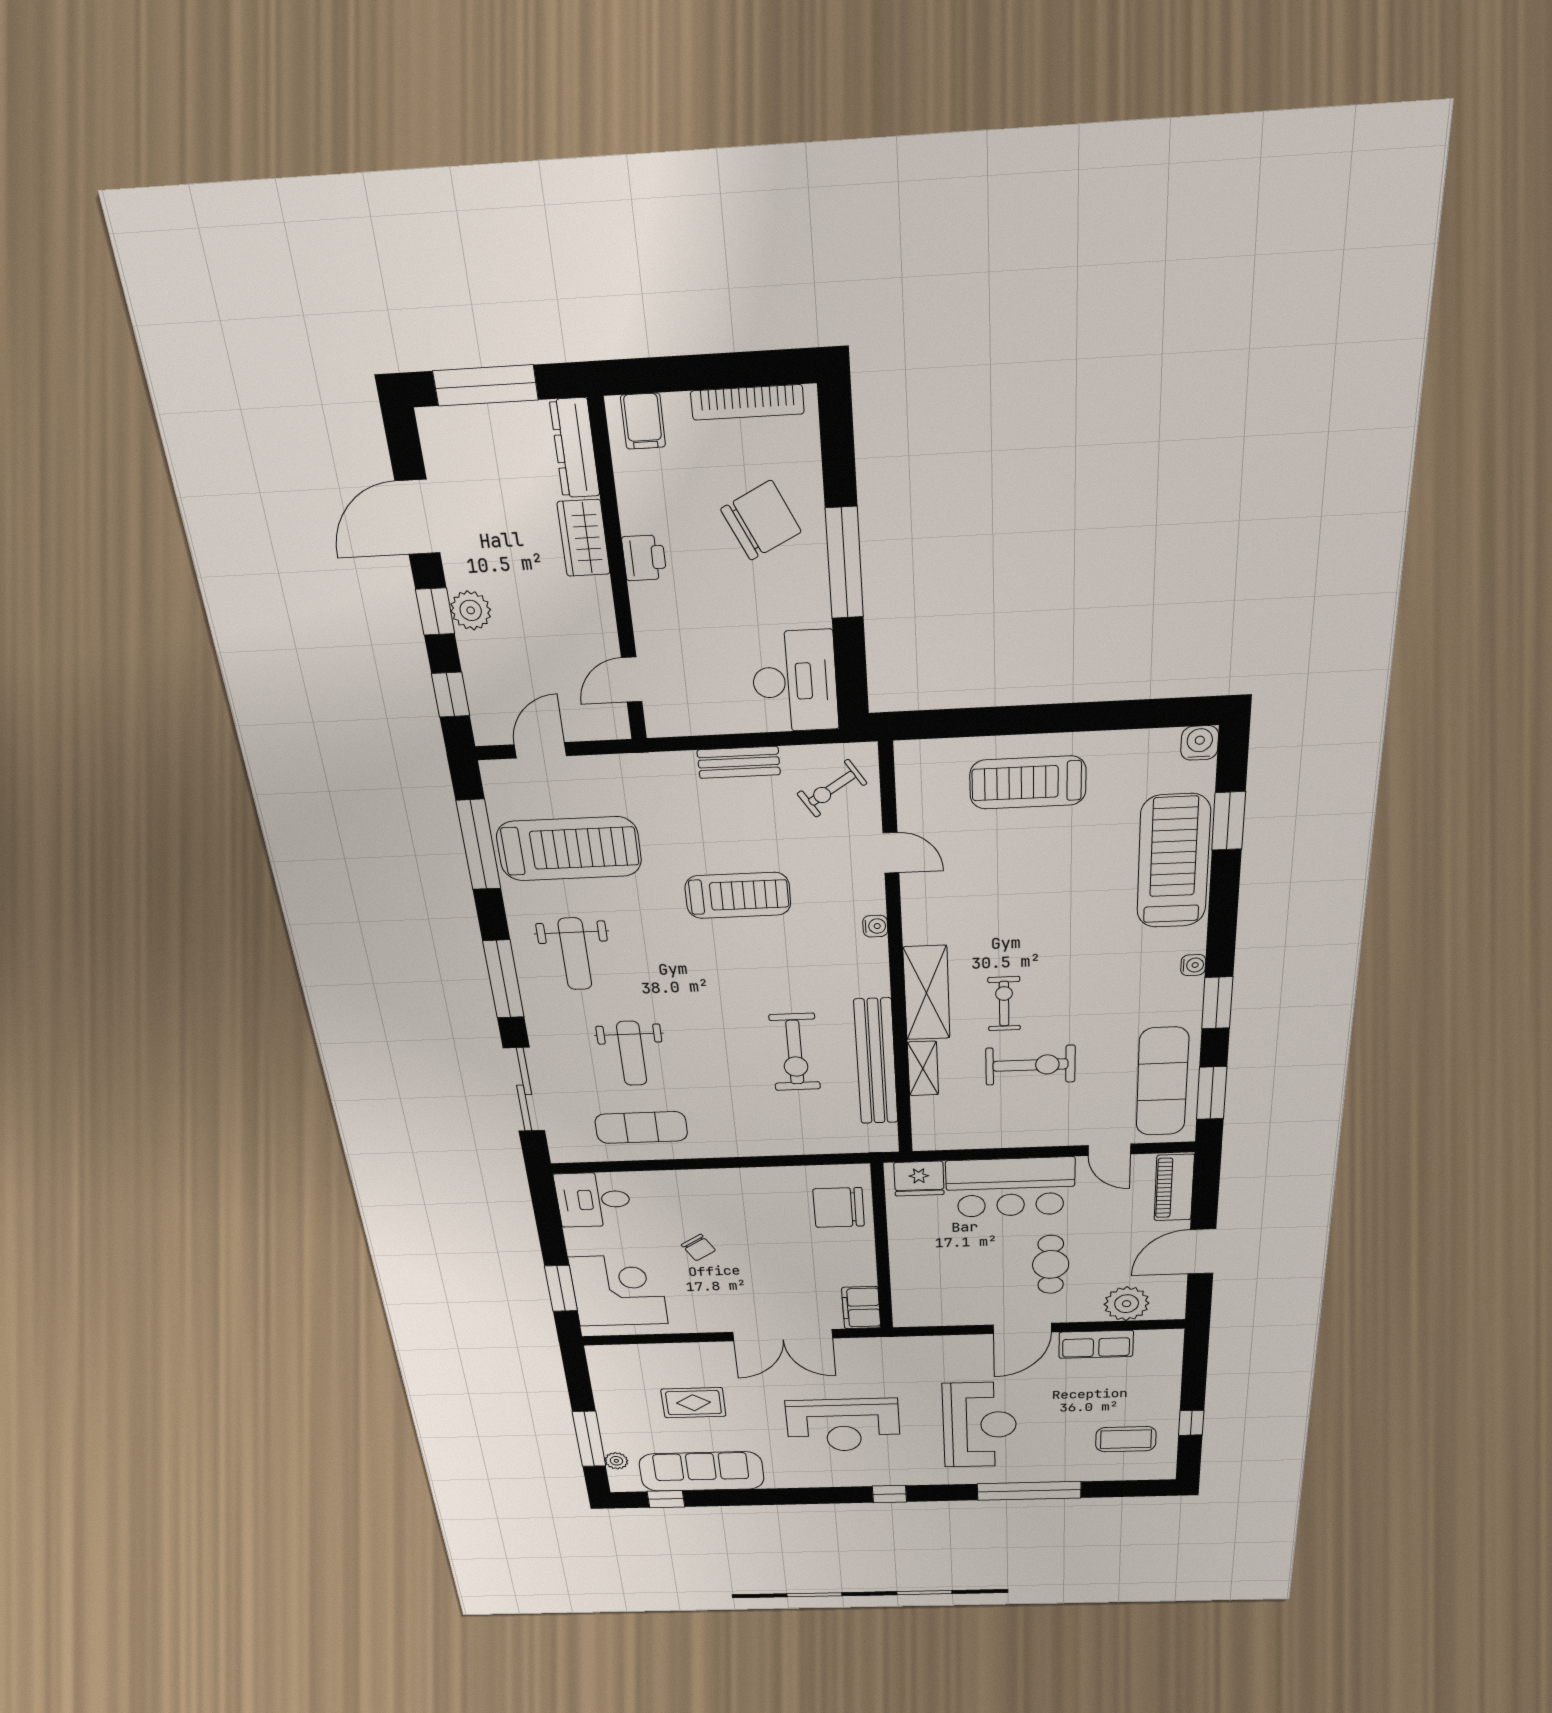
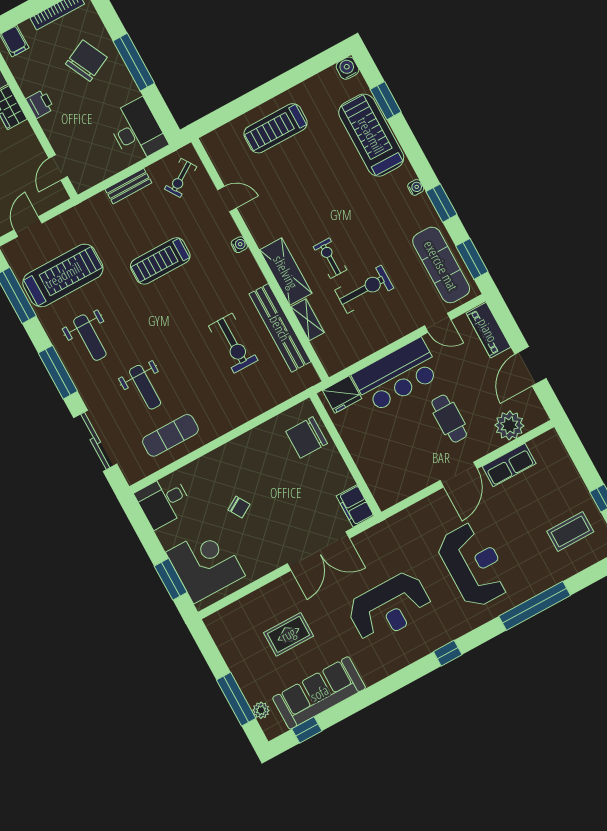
treadmill: (738, 895) -> (160, 261), turned 180

